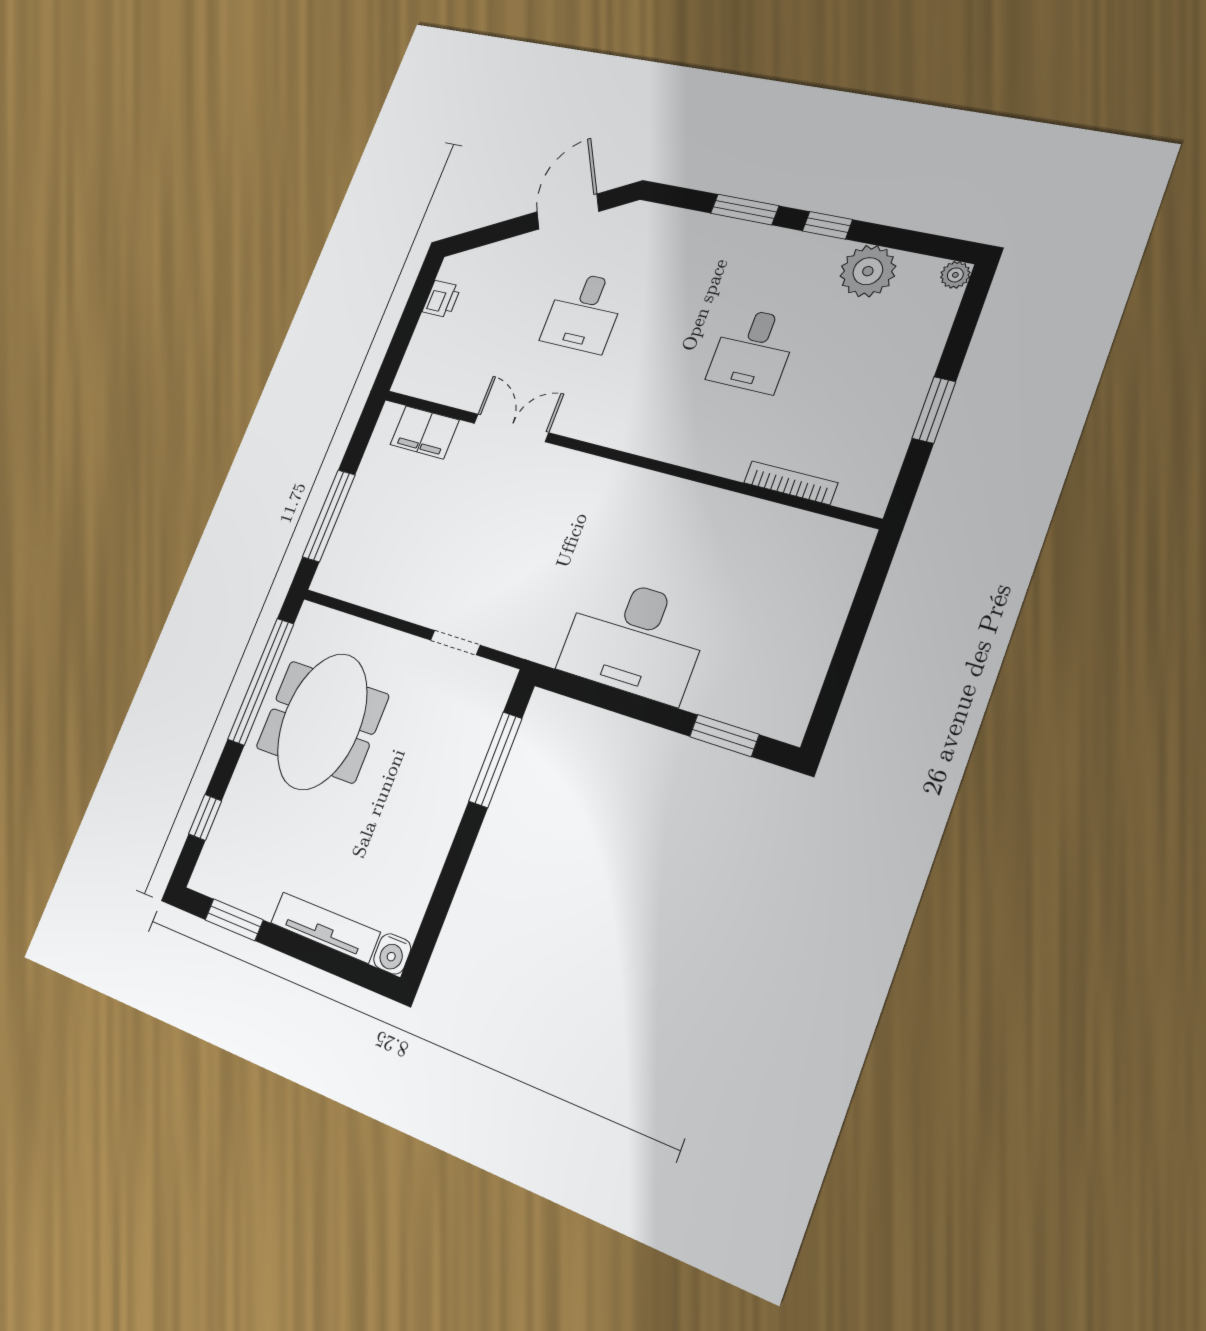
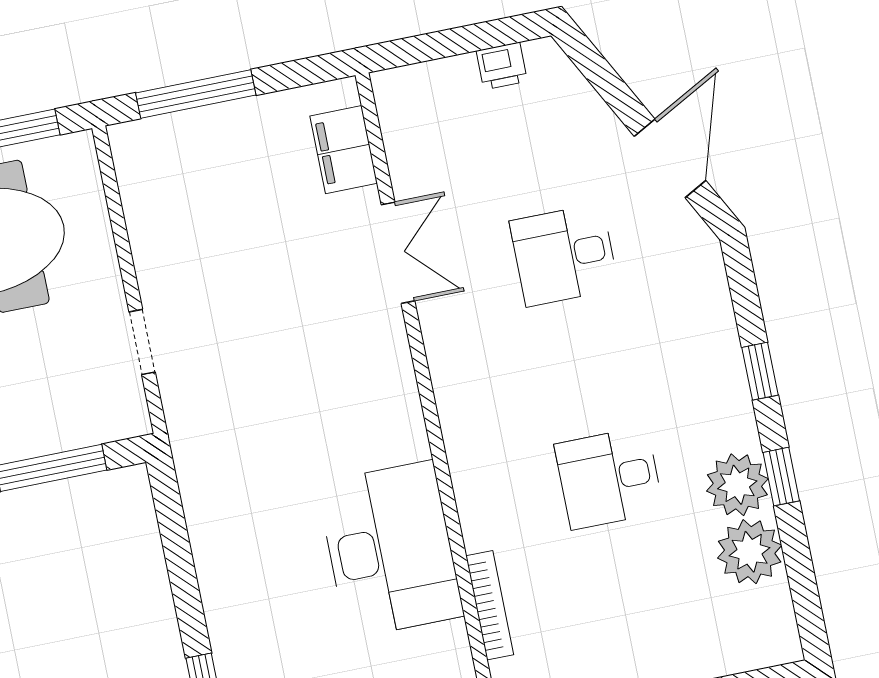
window: (745, 209) -> (760, 371), width x0.67
door: (568, 212) -> (670, 158), hinge flipped
plant: (955, 275) -> (737, 485), moved, width x1.88, depth x1.88
desk: (634, 639) -> (390, 550), moved, turned 180

